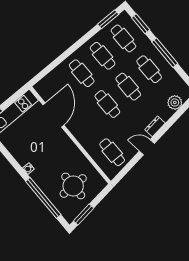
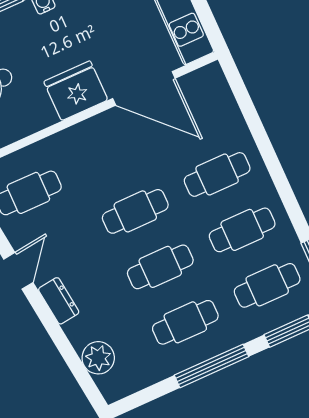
fridge: (62, 144) -> (76, 91), added

